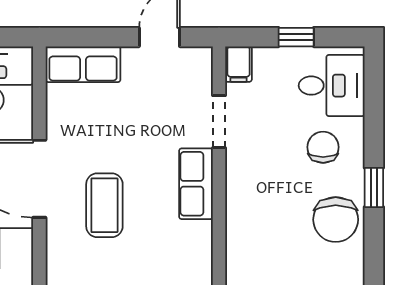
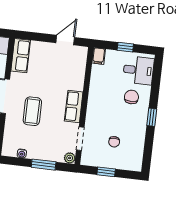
row of seats: (83, 64) -> (21, 56), moved, turned -90
doorway: (219, 122) -> (80, 139), moved
chair: (336, 220) -> (114, 142), moved, width x0.54, depth x0.54

